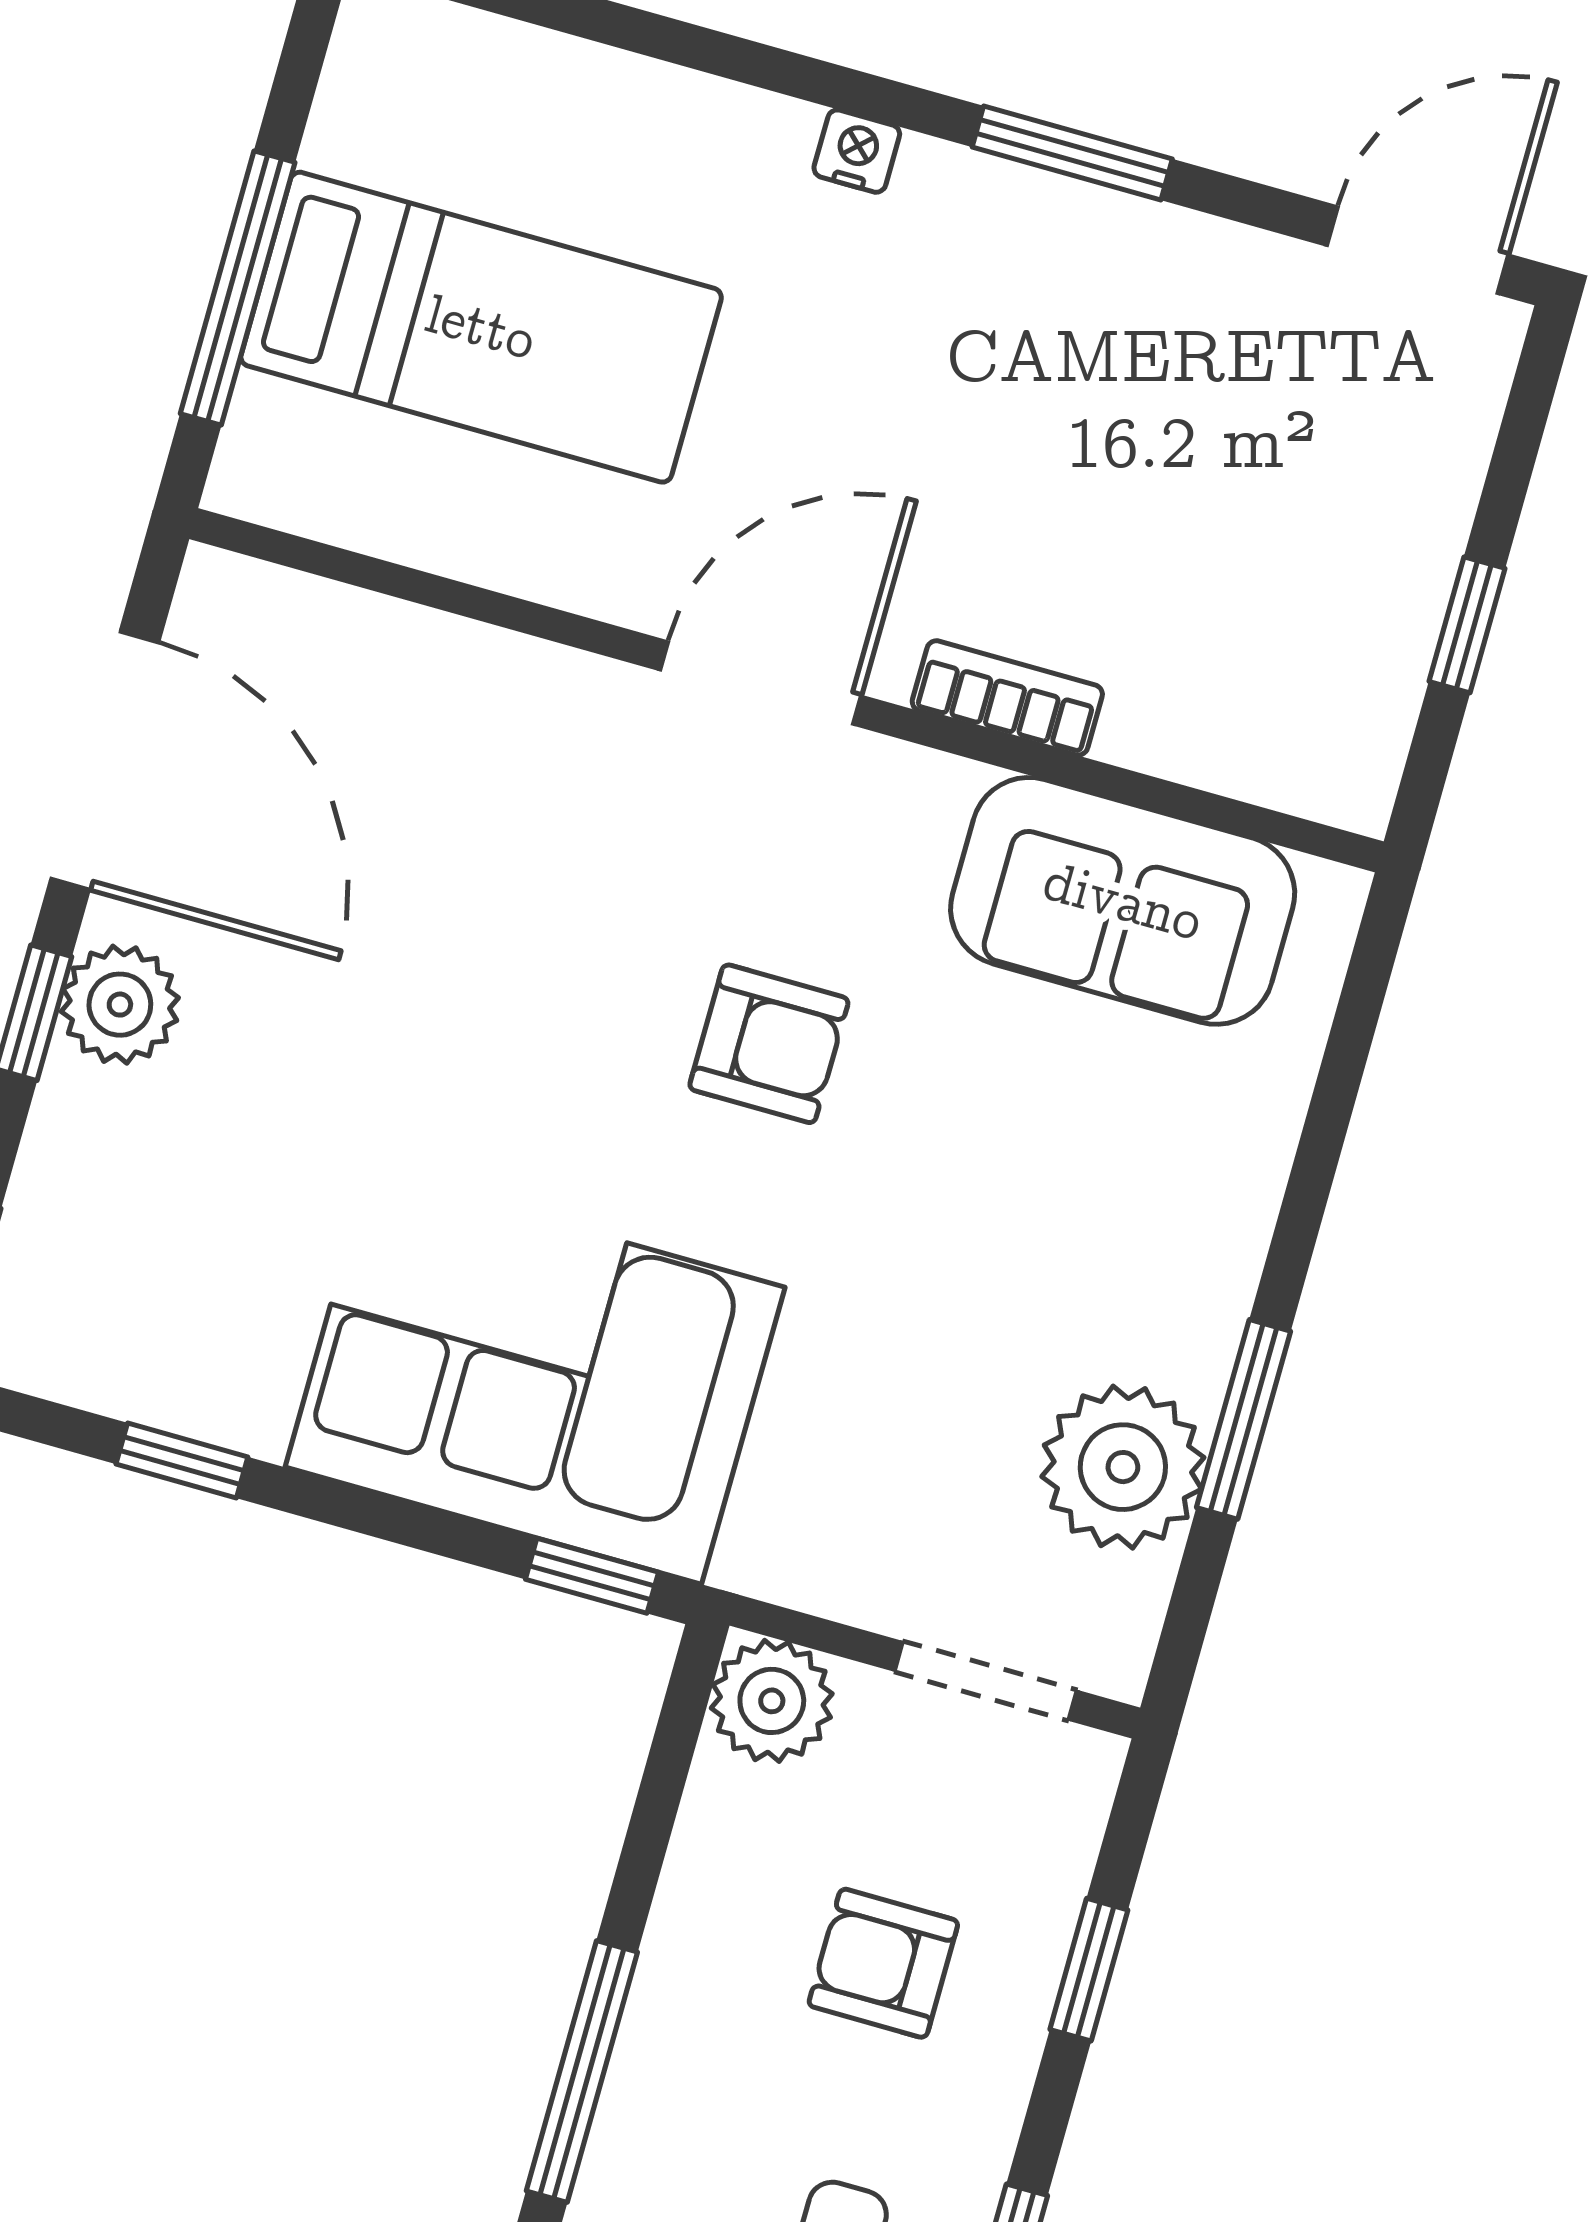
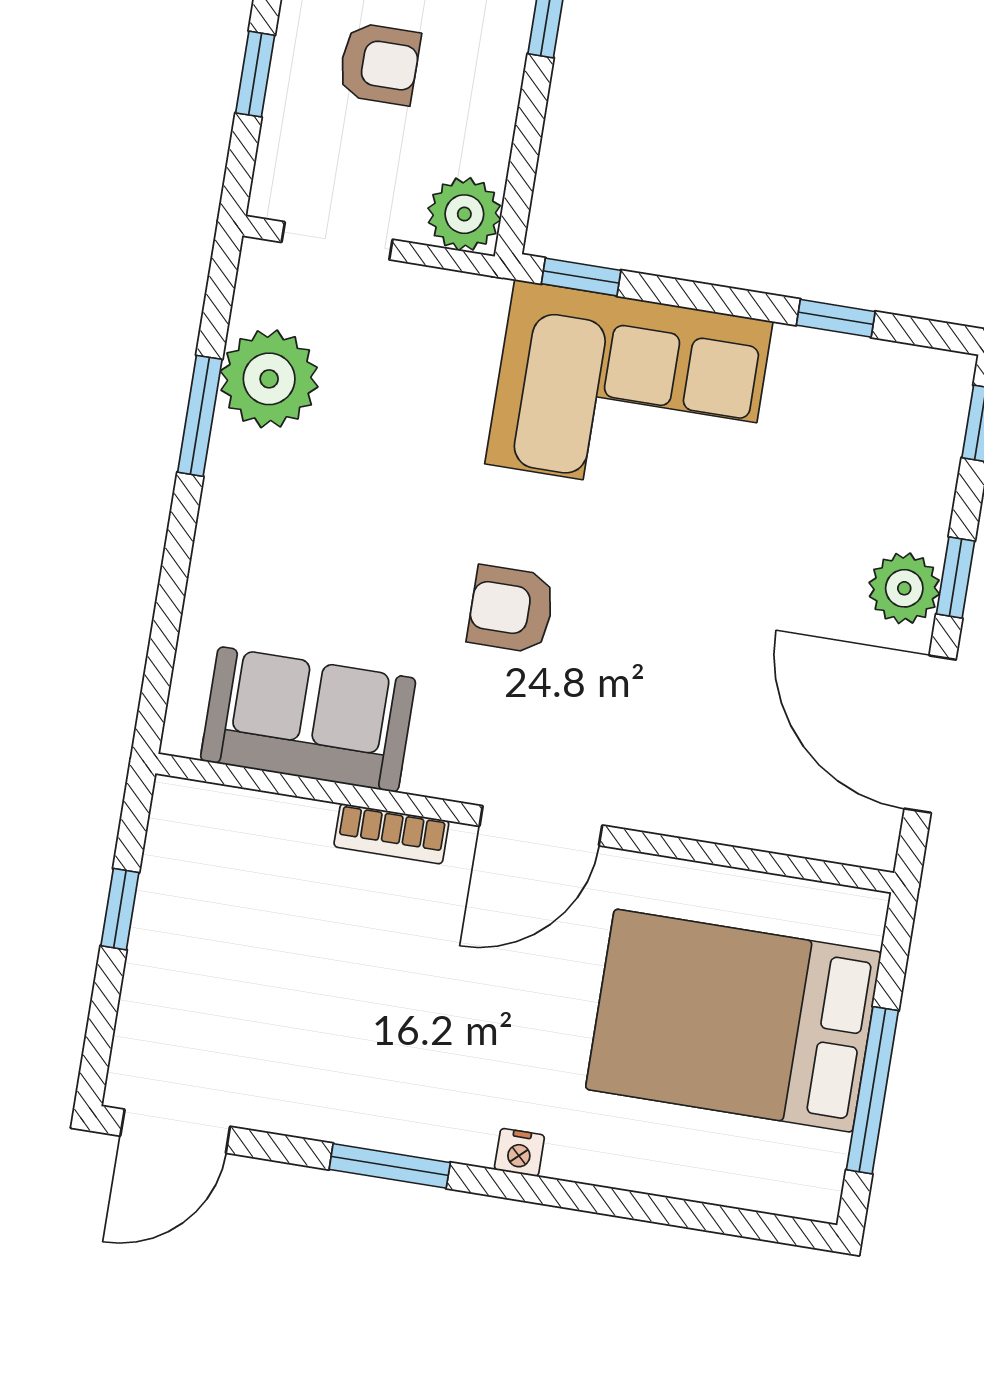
window: (238, 288) -> (872, 1090), moved
bed: (481, 327) -> (733, 1021), width x1.50

